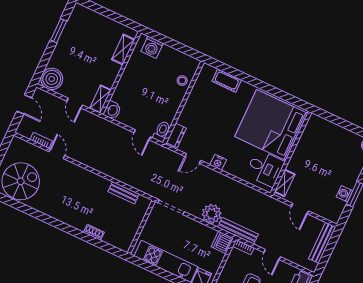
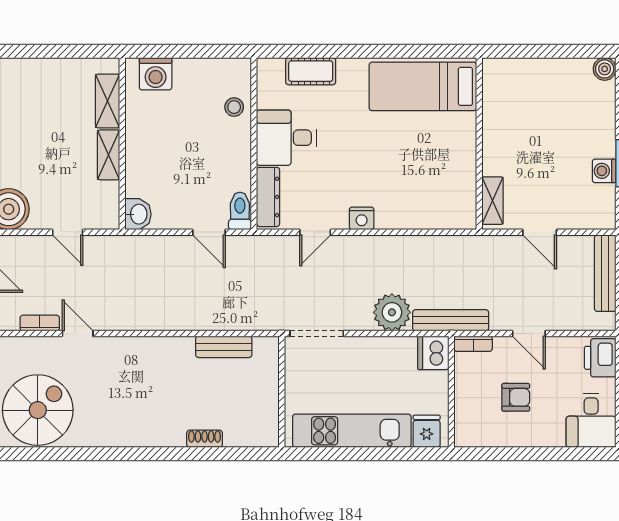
shelving: (100, 99) -> (109, 155), moved
bed: (271, 125) -> (423, 86), width x0.49
dresser: (176, 135) -> (268, 197), width x1.44
desk: (265, 168) -> (286, 138), moved, turned 180

